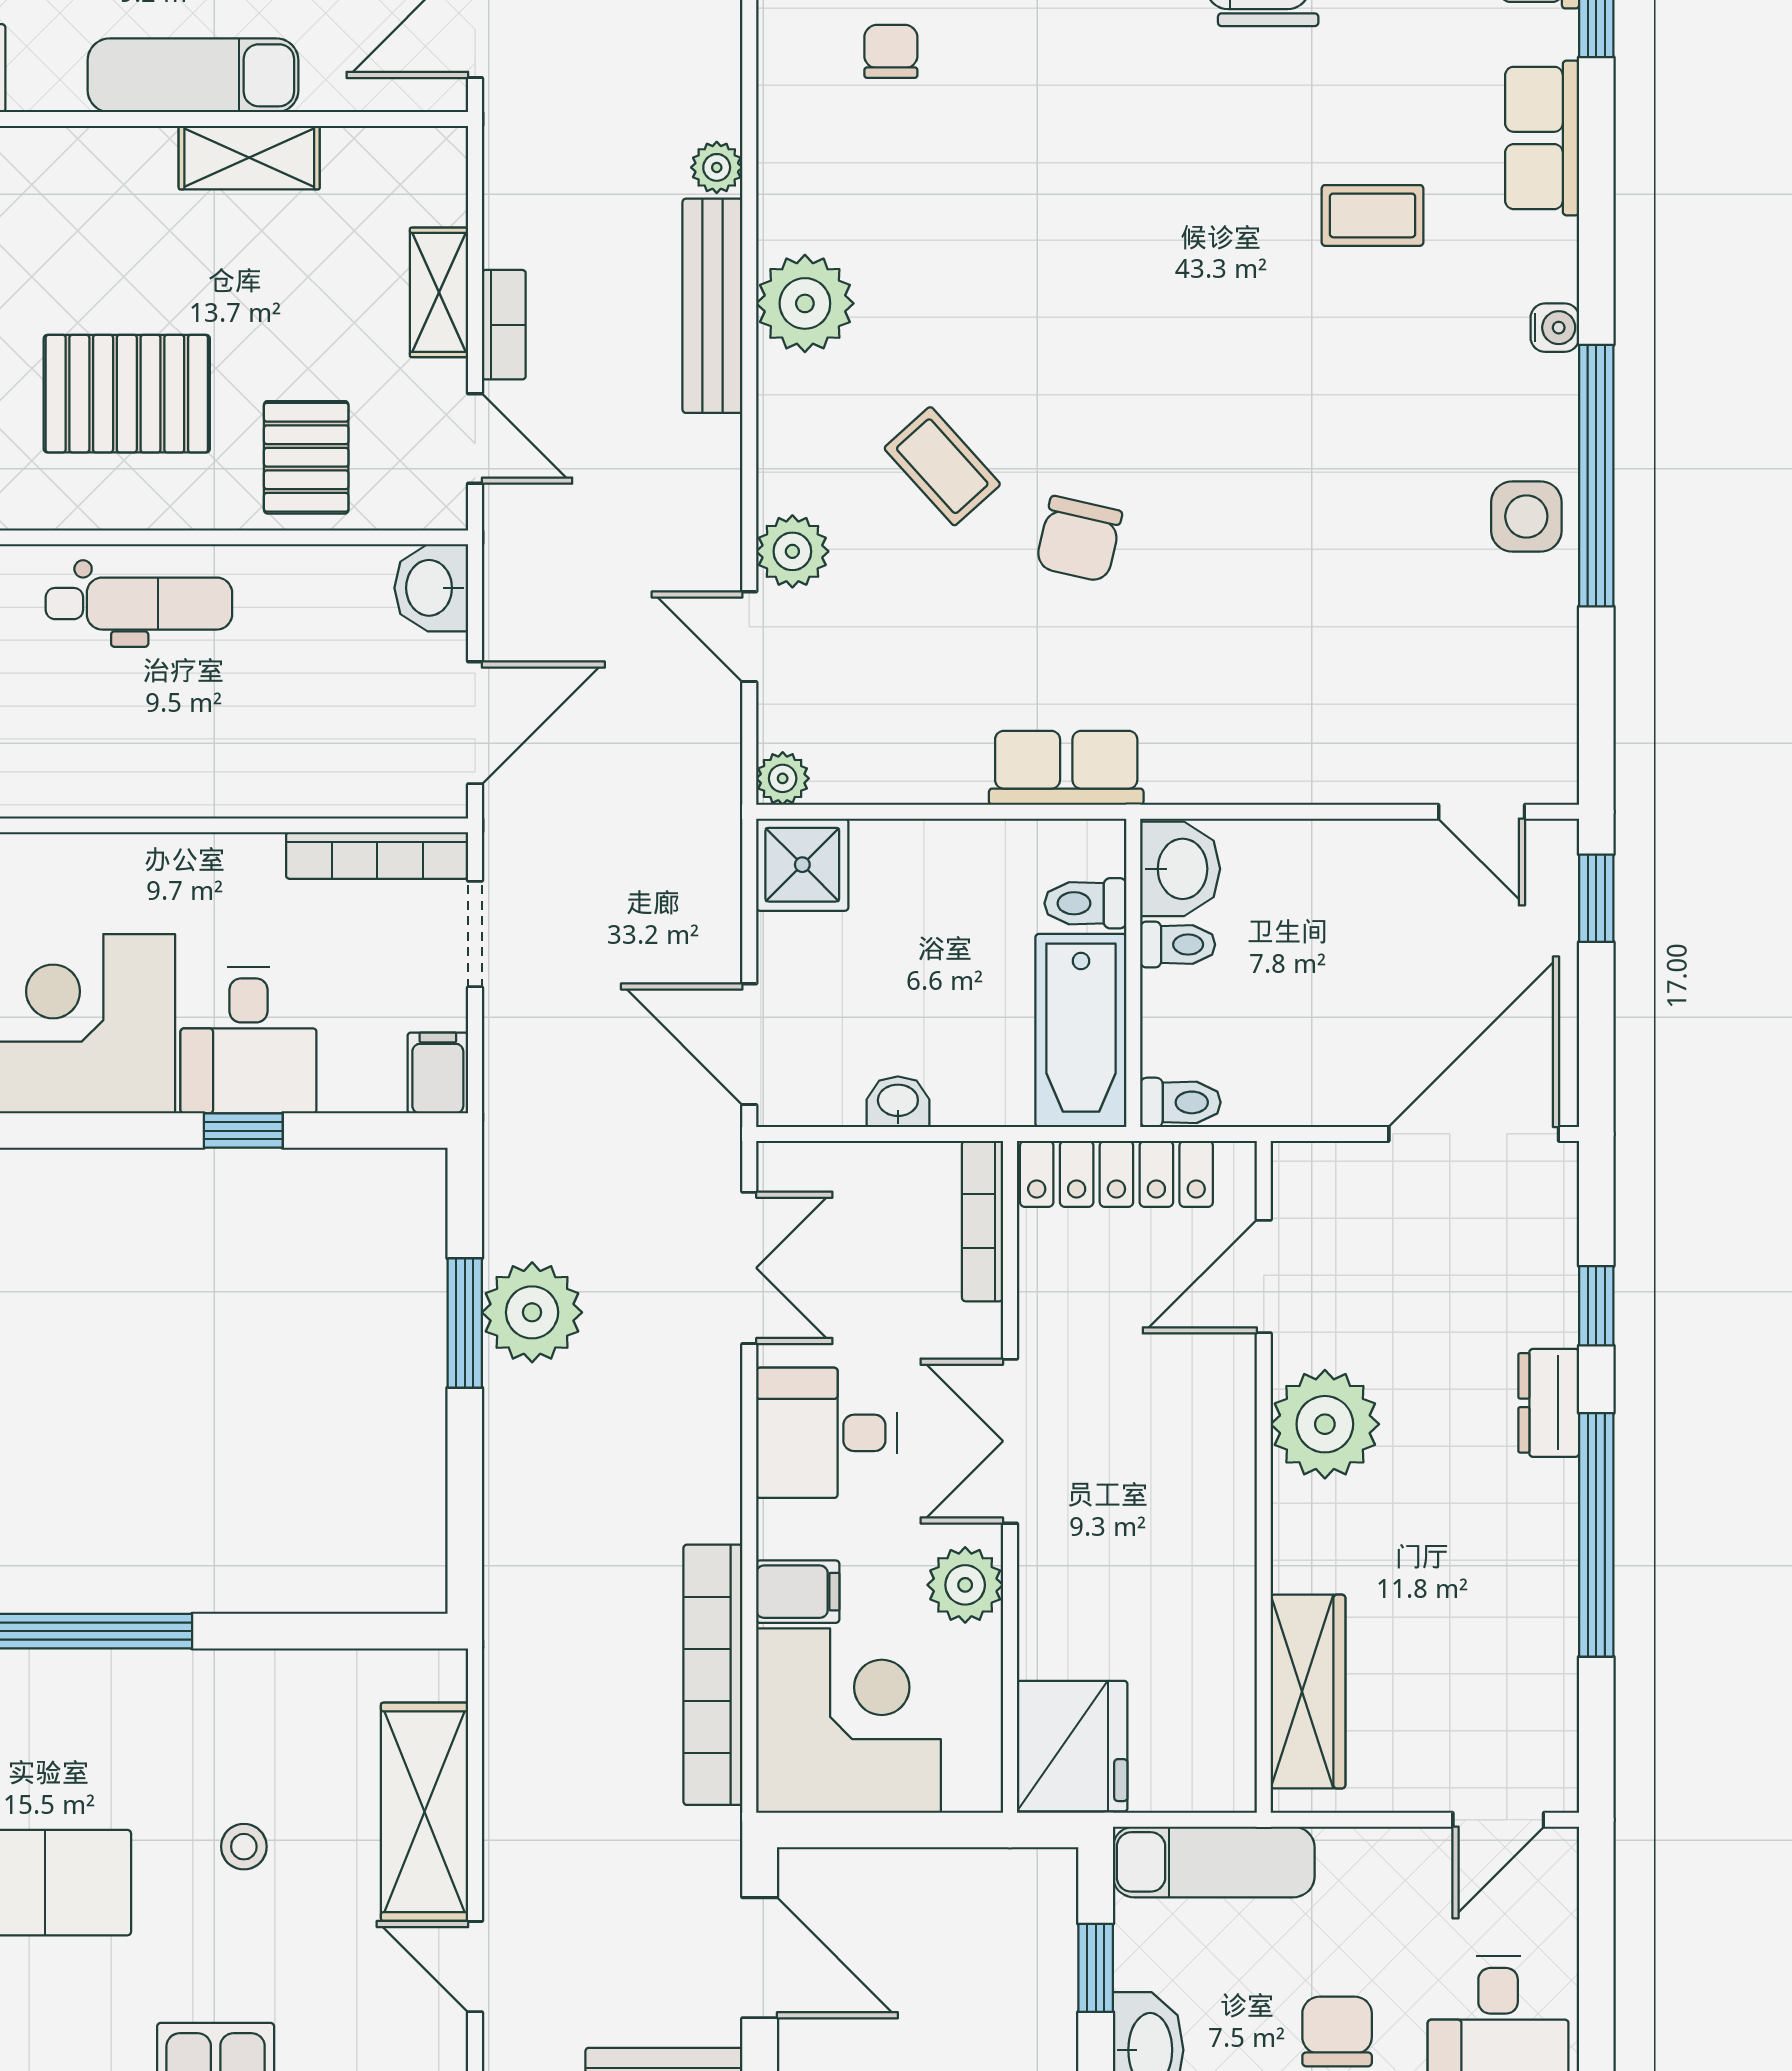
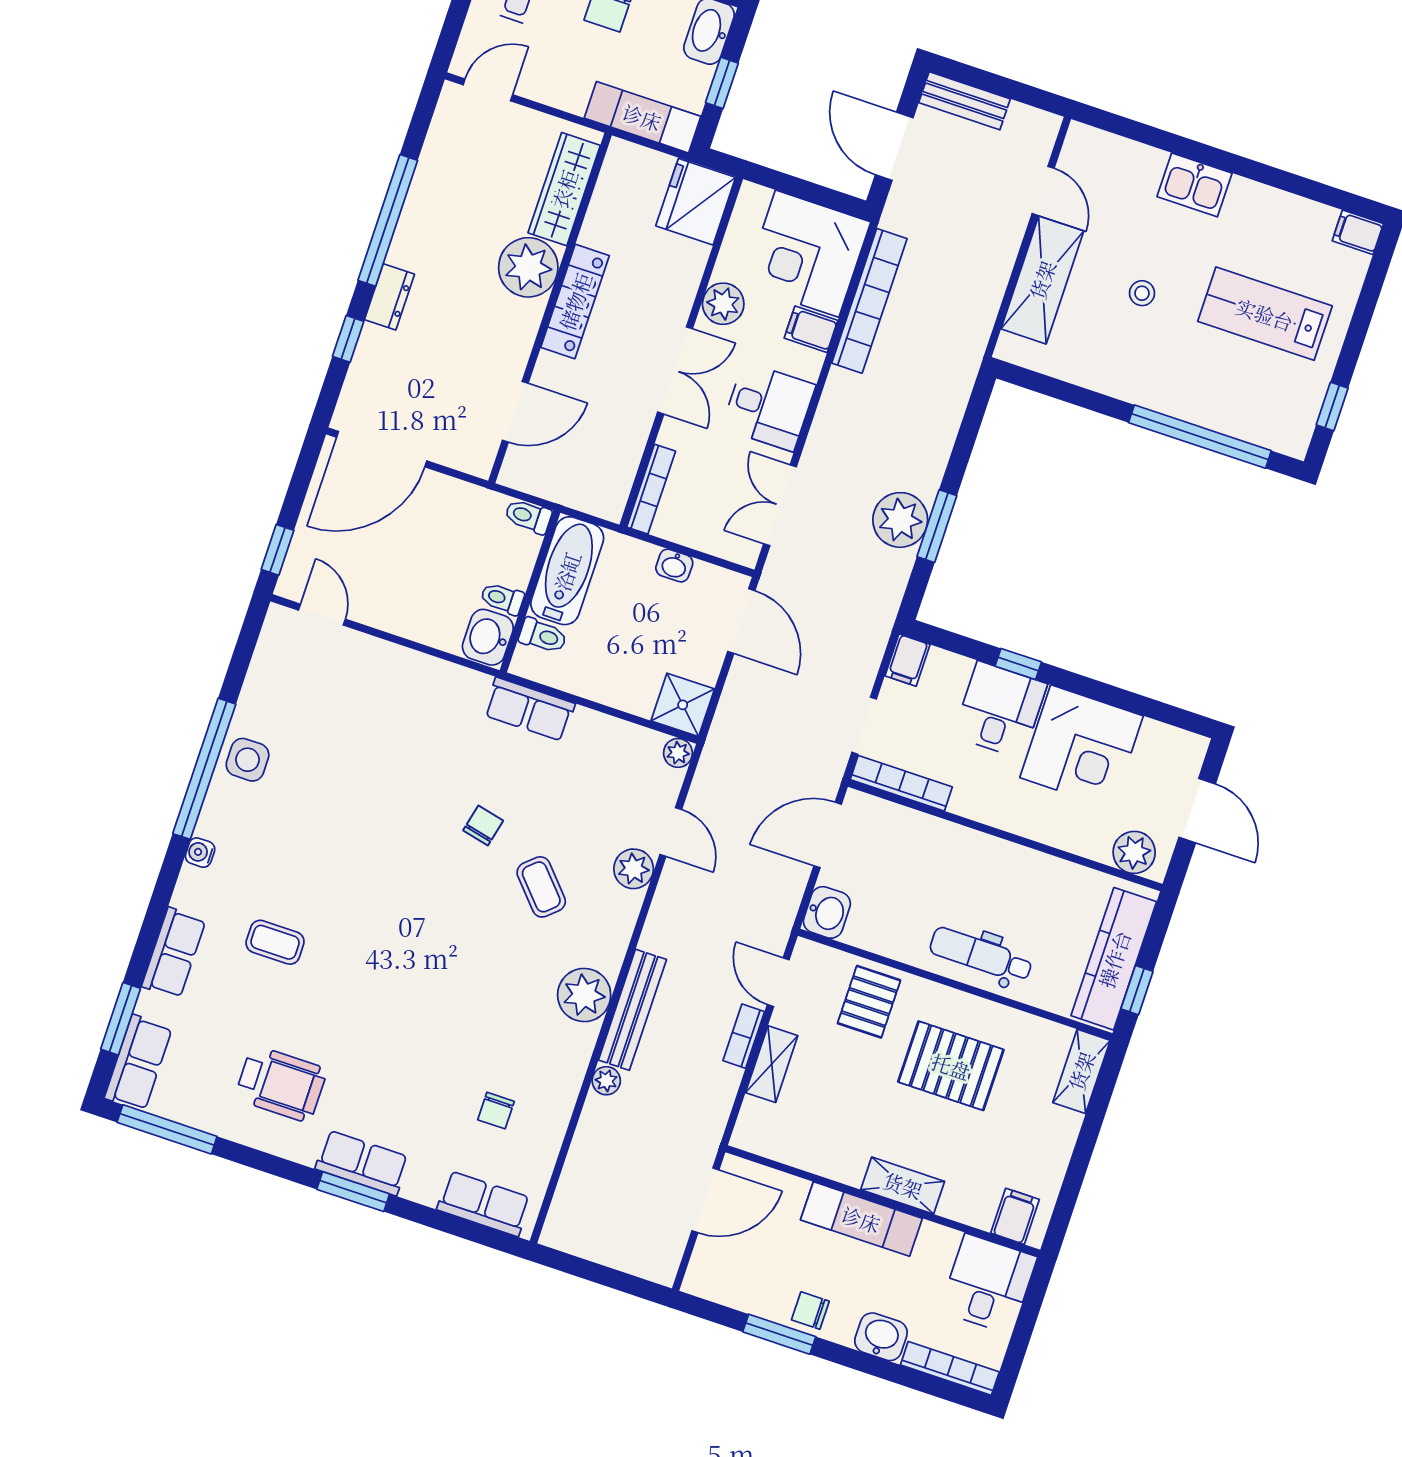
shelving: (249, 158) -> (903, 1185), moved
chair: (1079, 539) -> (483, 826), width x0.73, depth x0.73
locker: (1116, 1174) -> (575, 301), moved, turned 90
plant: (1325, 1424) -> (528, 267), moved

